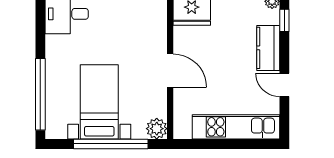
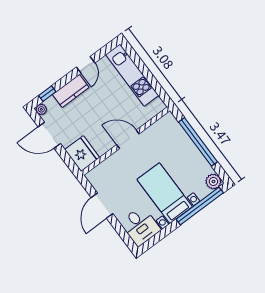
door: (170, 71) -> (128, 139), hinge flipped
bed with nightstands: (99, 102) -> (165, 193), moved, turned 90
plant: (157, 129) -> (213, 181), moved

